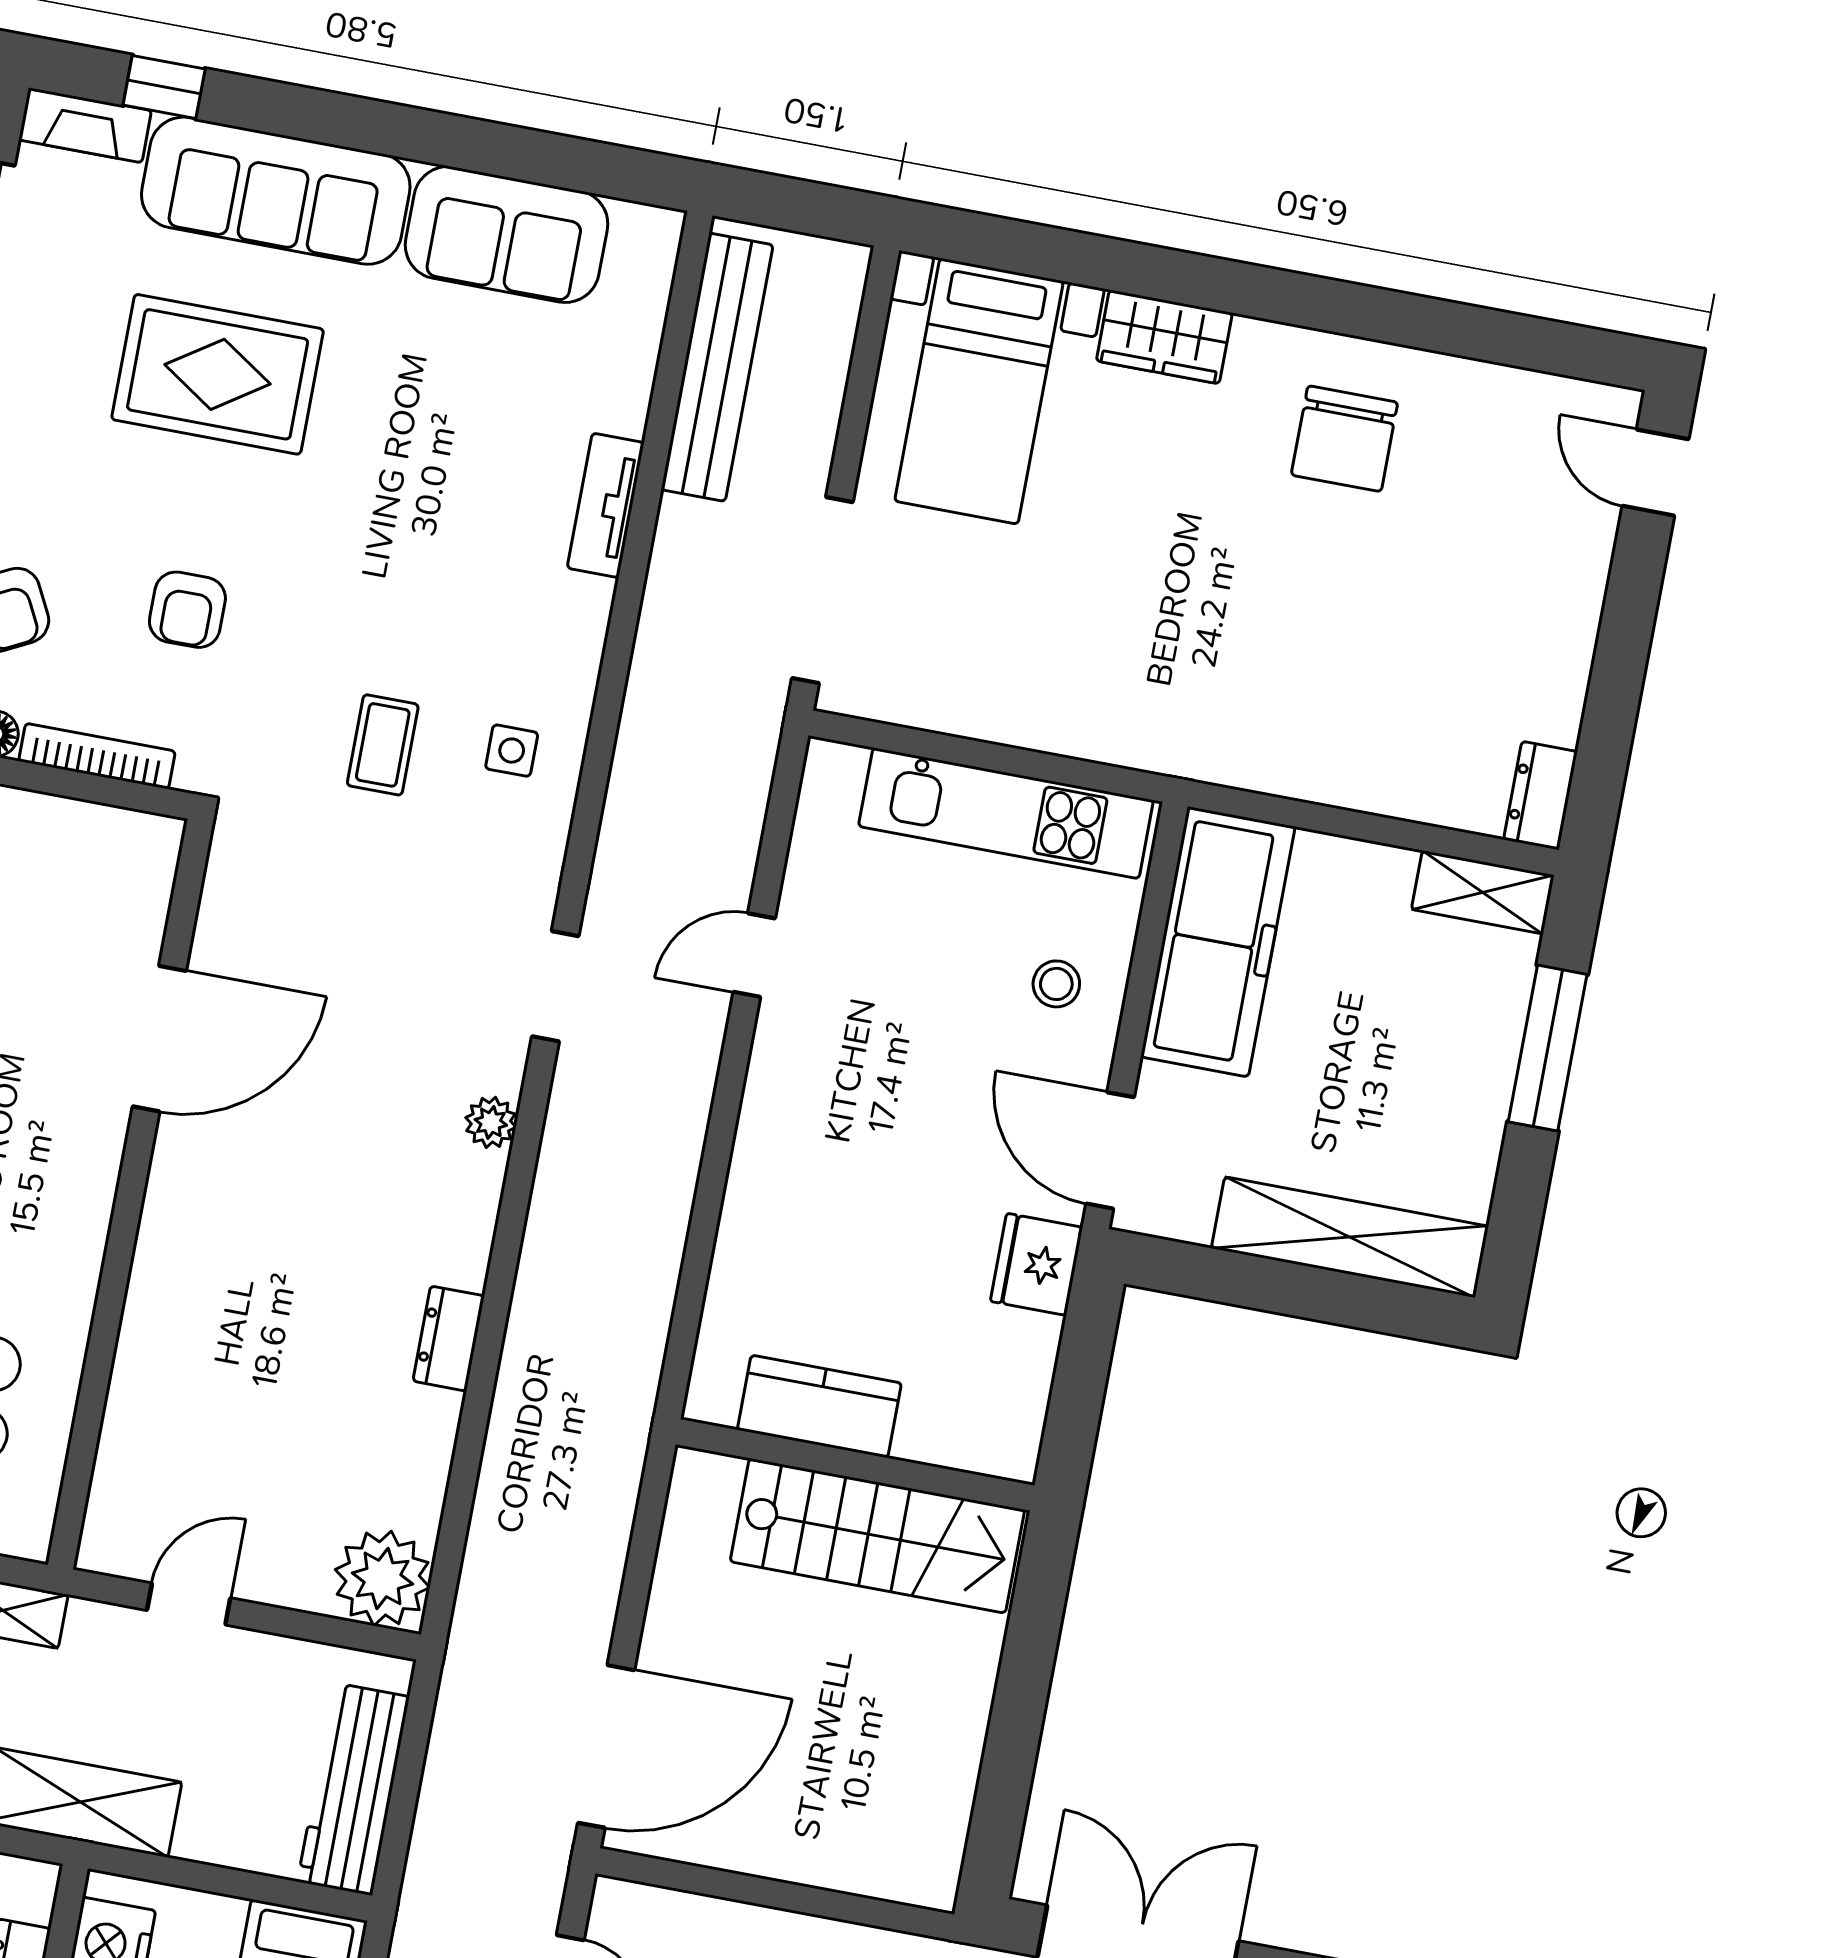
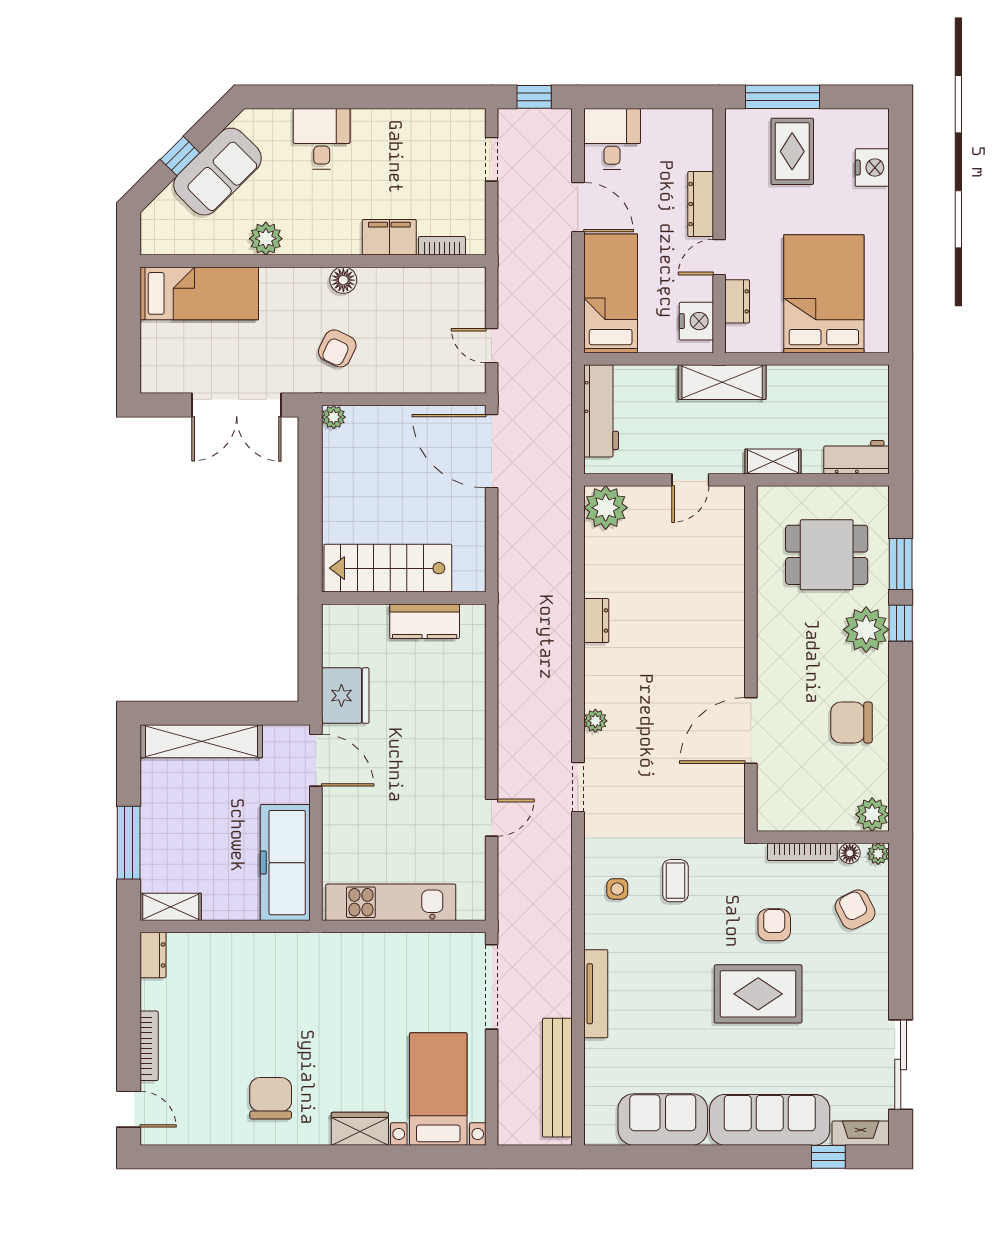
rug: (218, 374) -> (758, 994), moved
tv unit: (606, 505) -> (596, 994), width x1.41
bookcase: (1586, 601) -> (149, 1046), added
stool: (1056, 984) -> (354, 830), removed
fridge: (1037, 1264) -> (345, 696), width x1.36, depth x1.34
door: (606, 1746) -> (492, 451), hinge flipped
plant: (933, 1884) -> (334, 417), added

